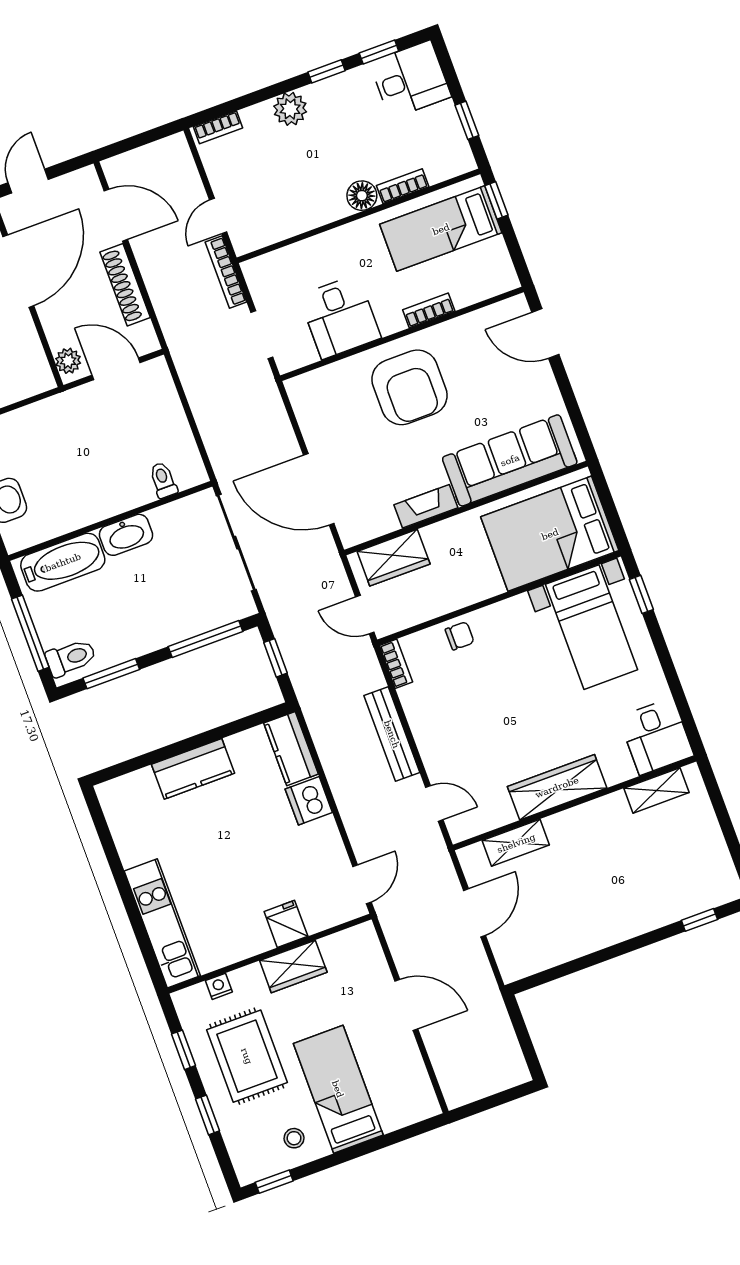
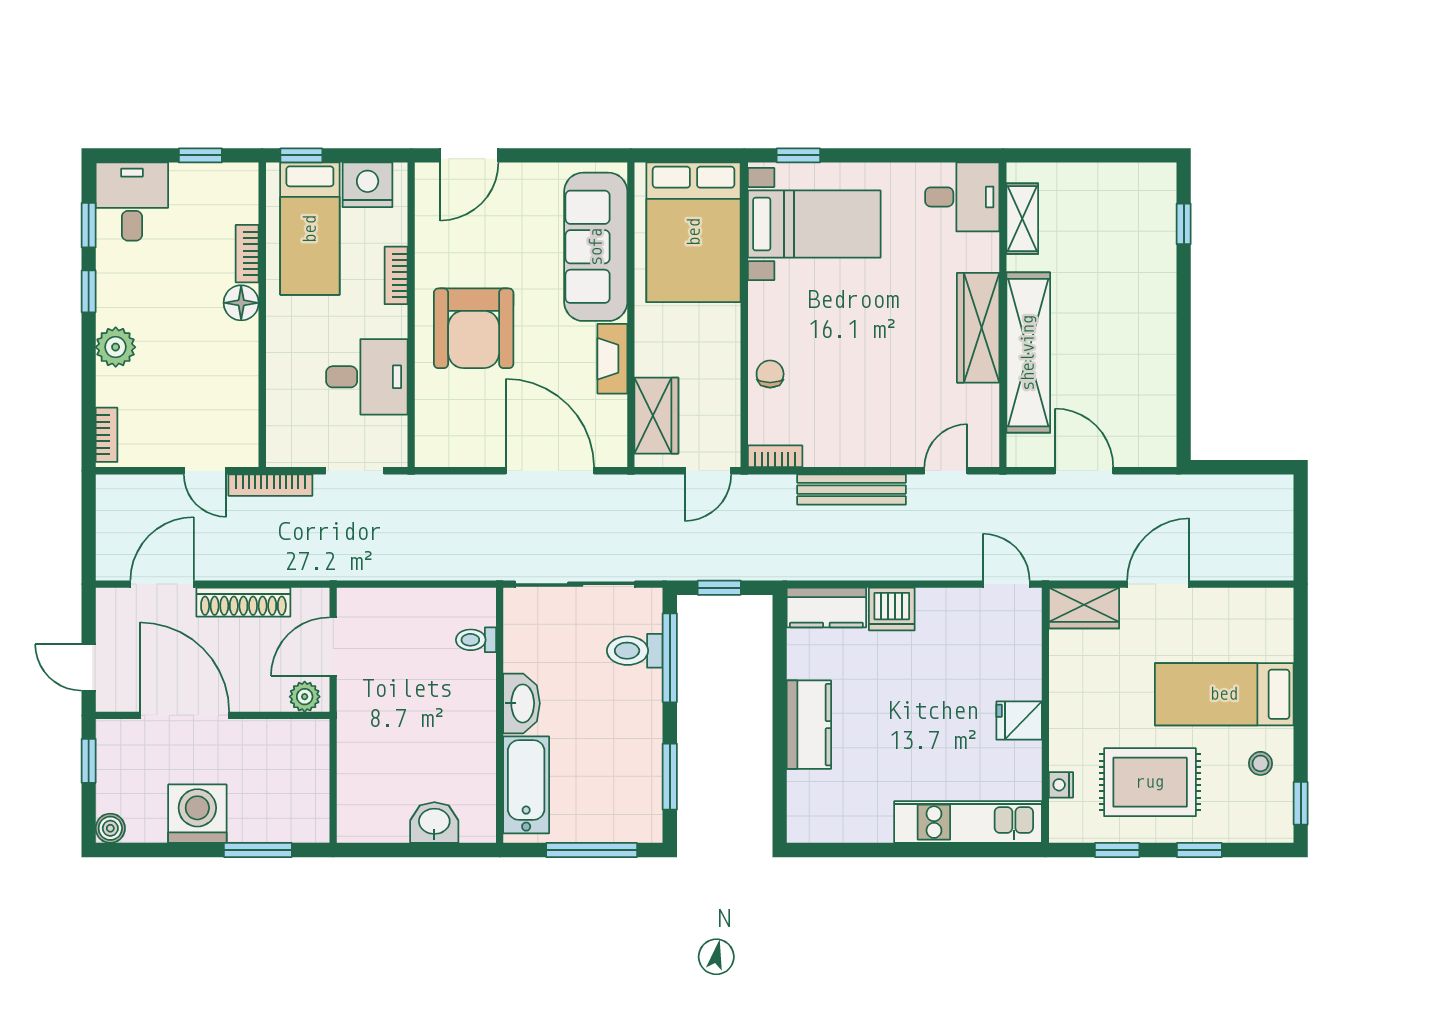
nightstand: (492, 261) -> (368, 185), added
armchair: (409, 387) -> (474, 328), turned 90
door: (319, 489) -> (550, 471), swing flipped
toilet: (71, 658) -> (635, 651), moved, turned -90
shelving: (516, 843) -> (1028, 353), width x2.20, depth x1.33
fridge: (286, 924) -> (1019, 721), moved
wardrobe: (293, 966) -> (1084, 608), moved, turned 90

